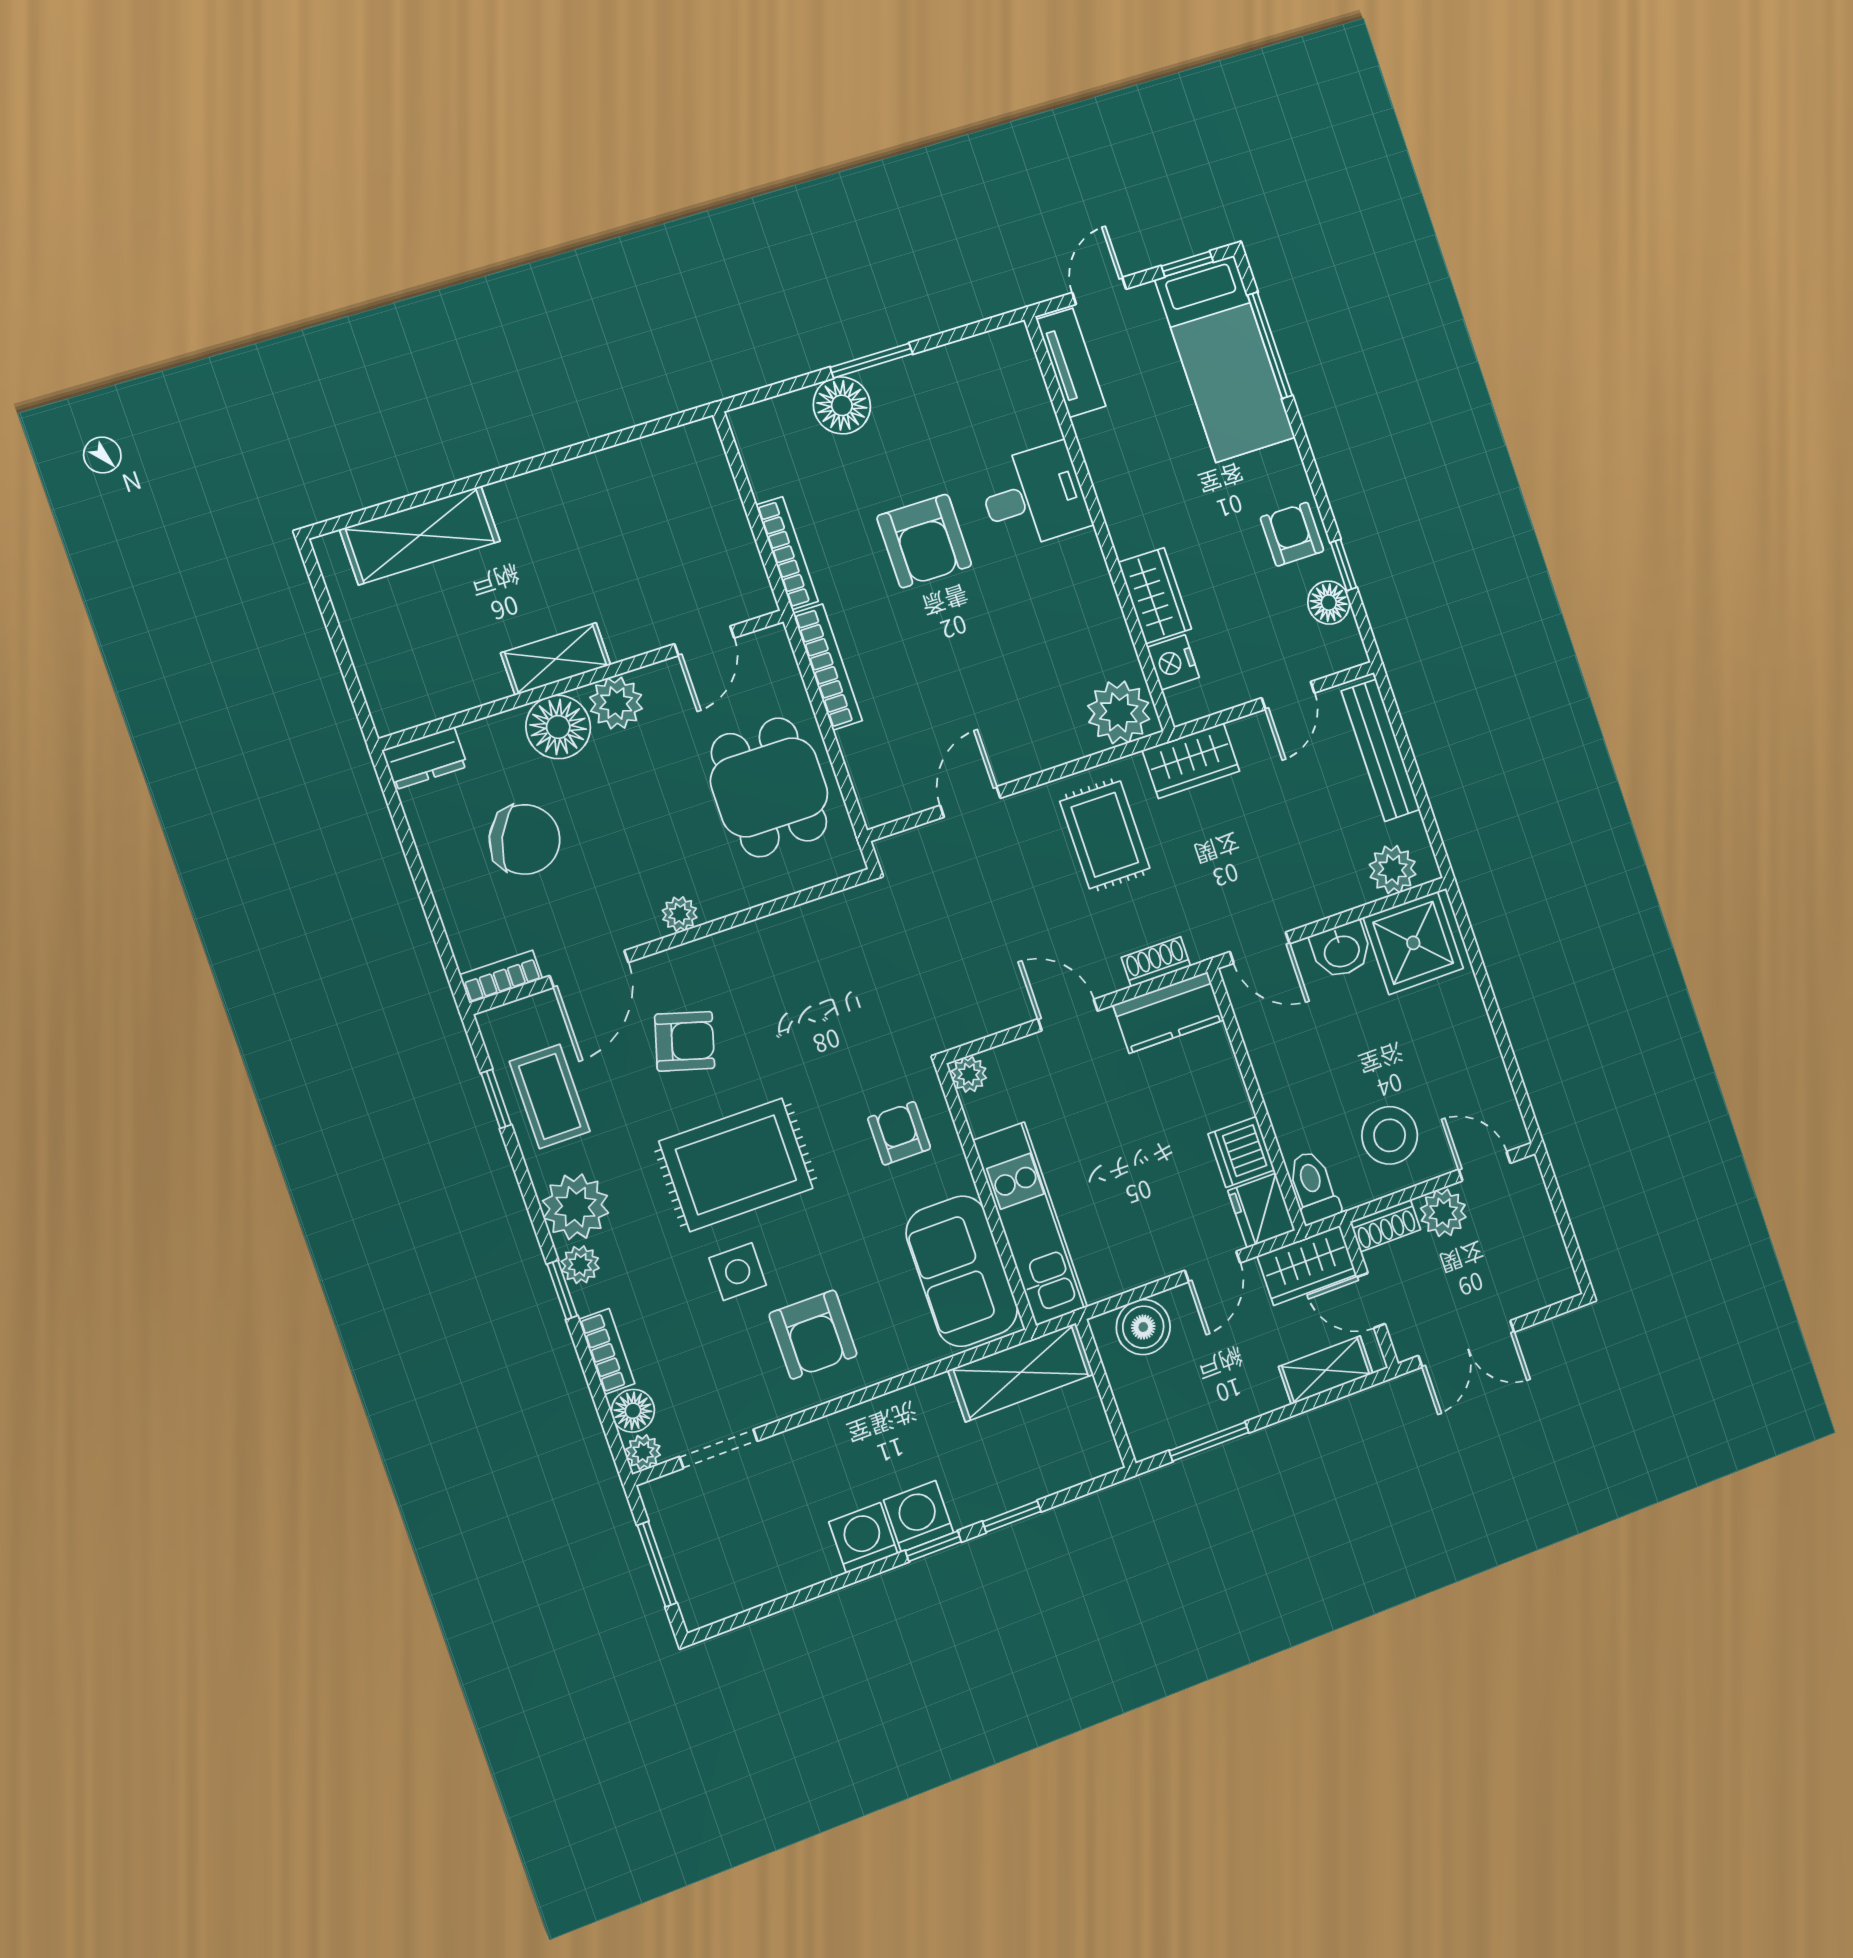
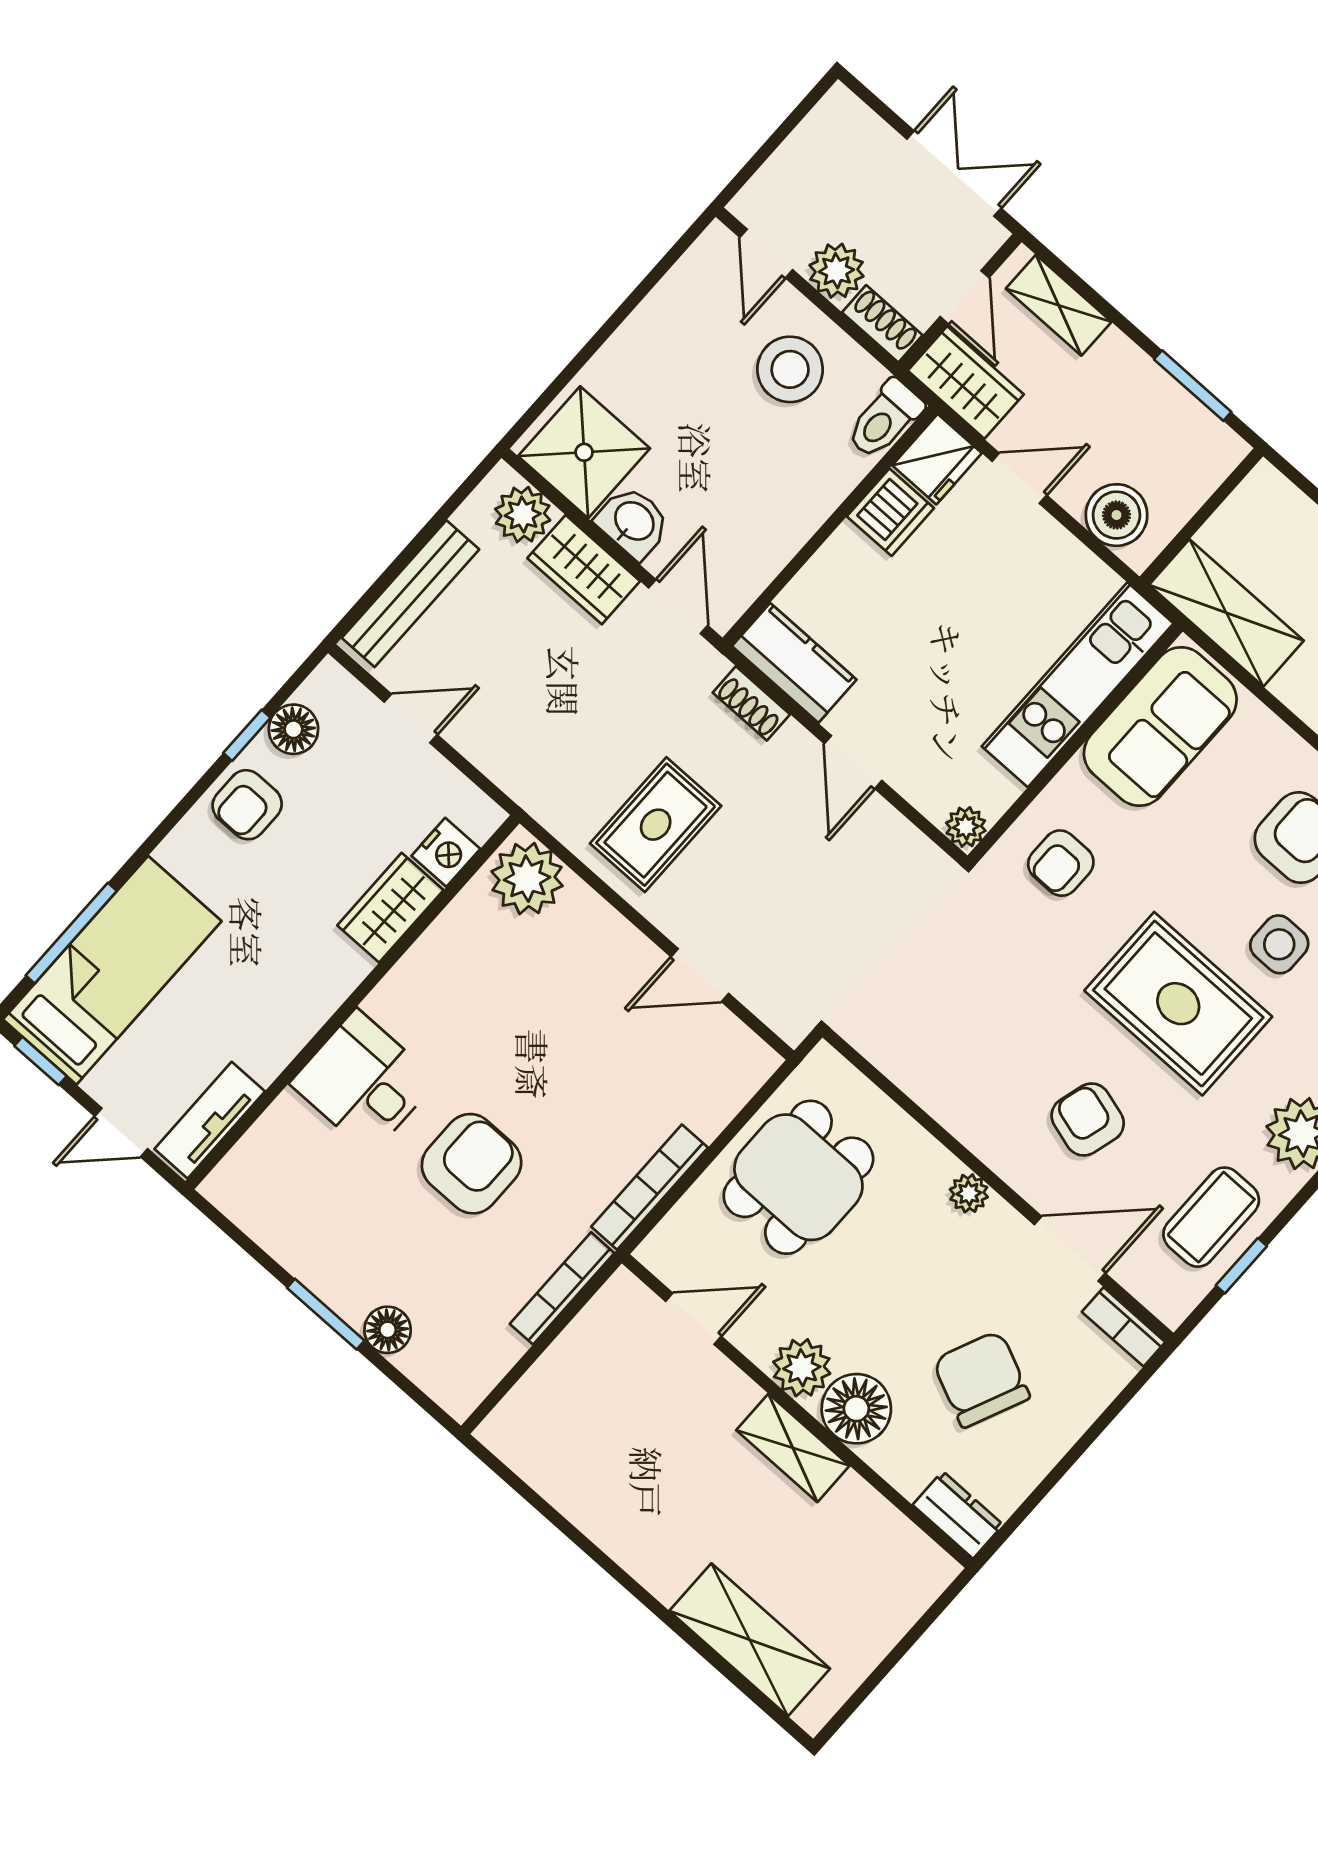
floor lamp: (842, 405) -> (388, 1330), width x0.73, depth x0.73
wardrobe: (1191, 761) -> (584, 570), moved, turned 180

